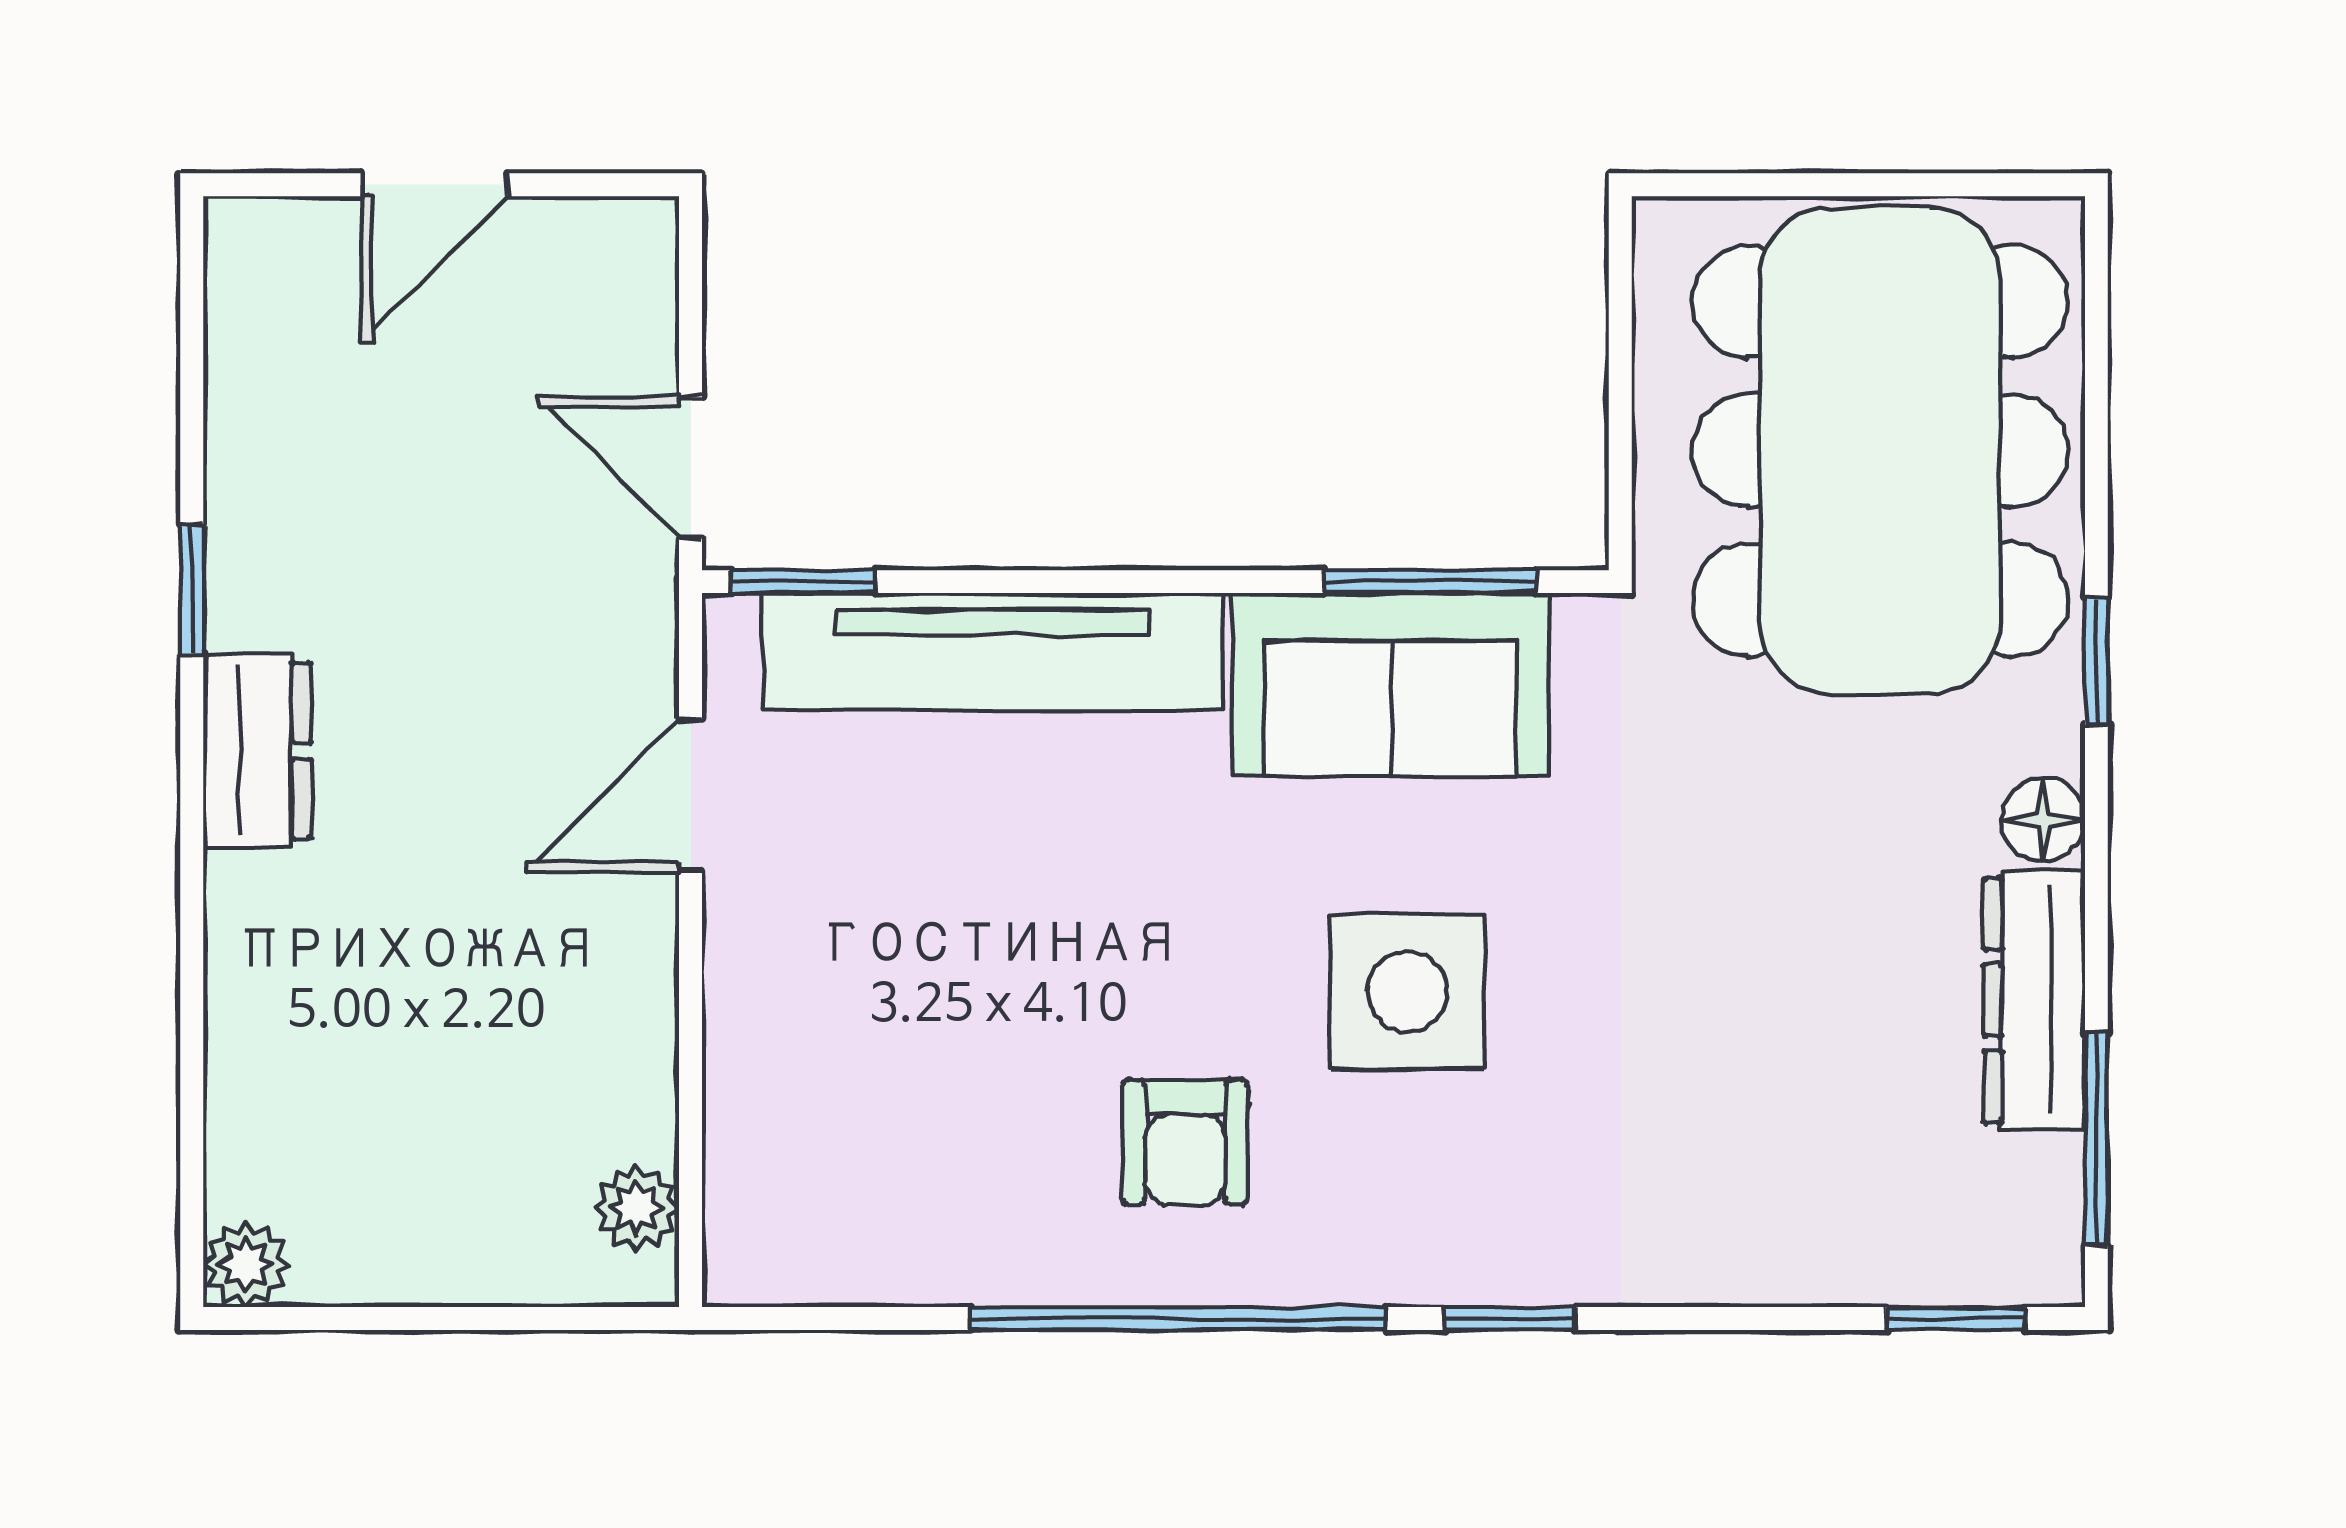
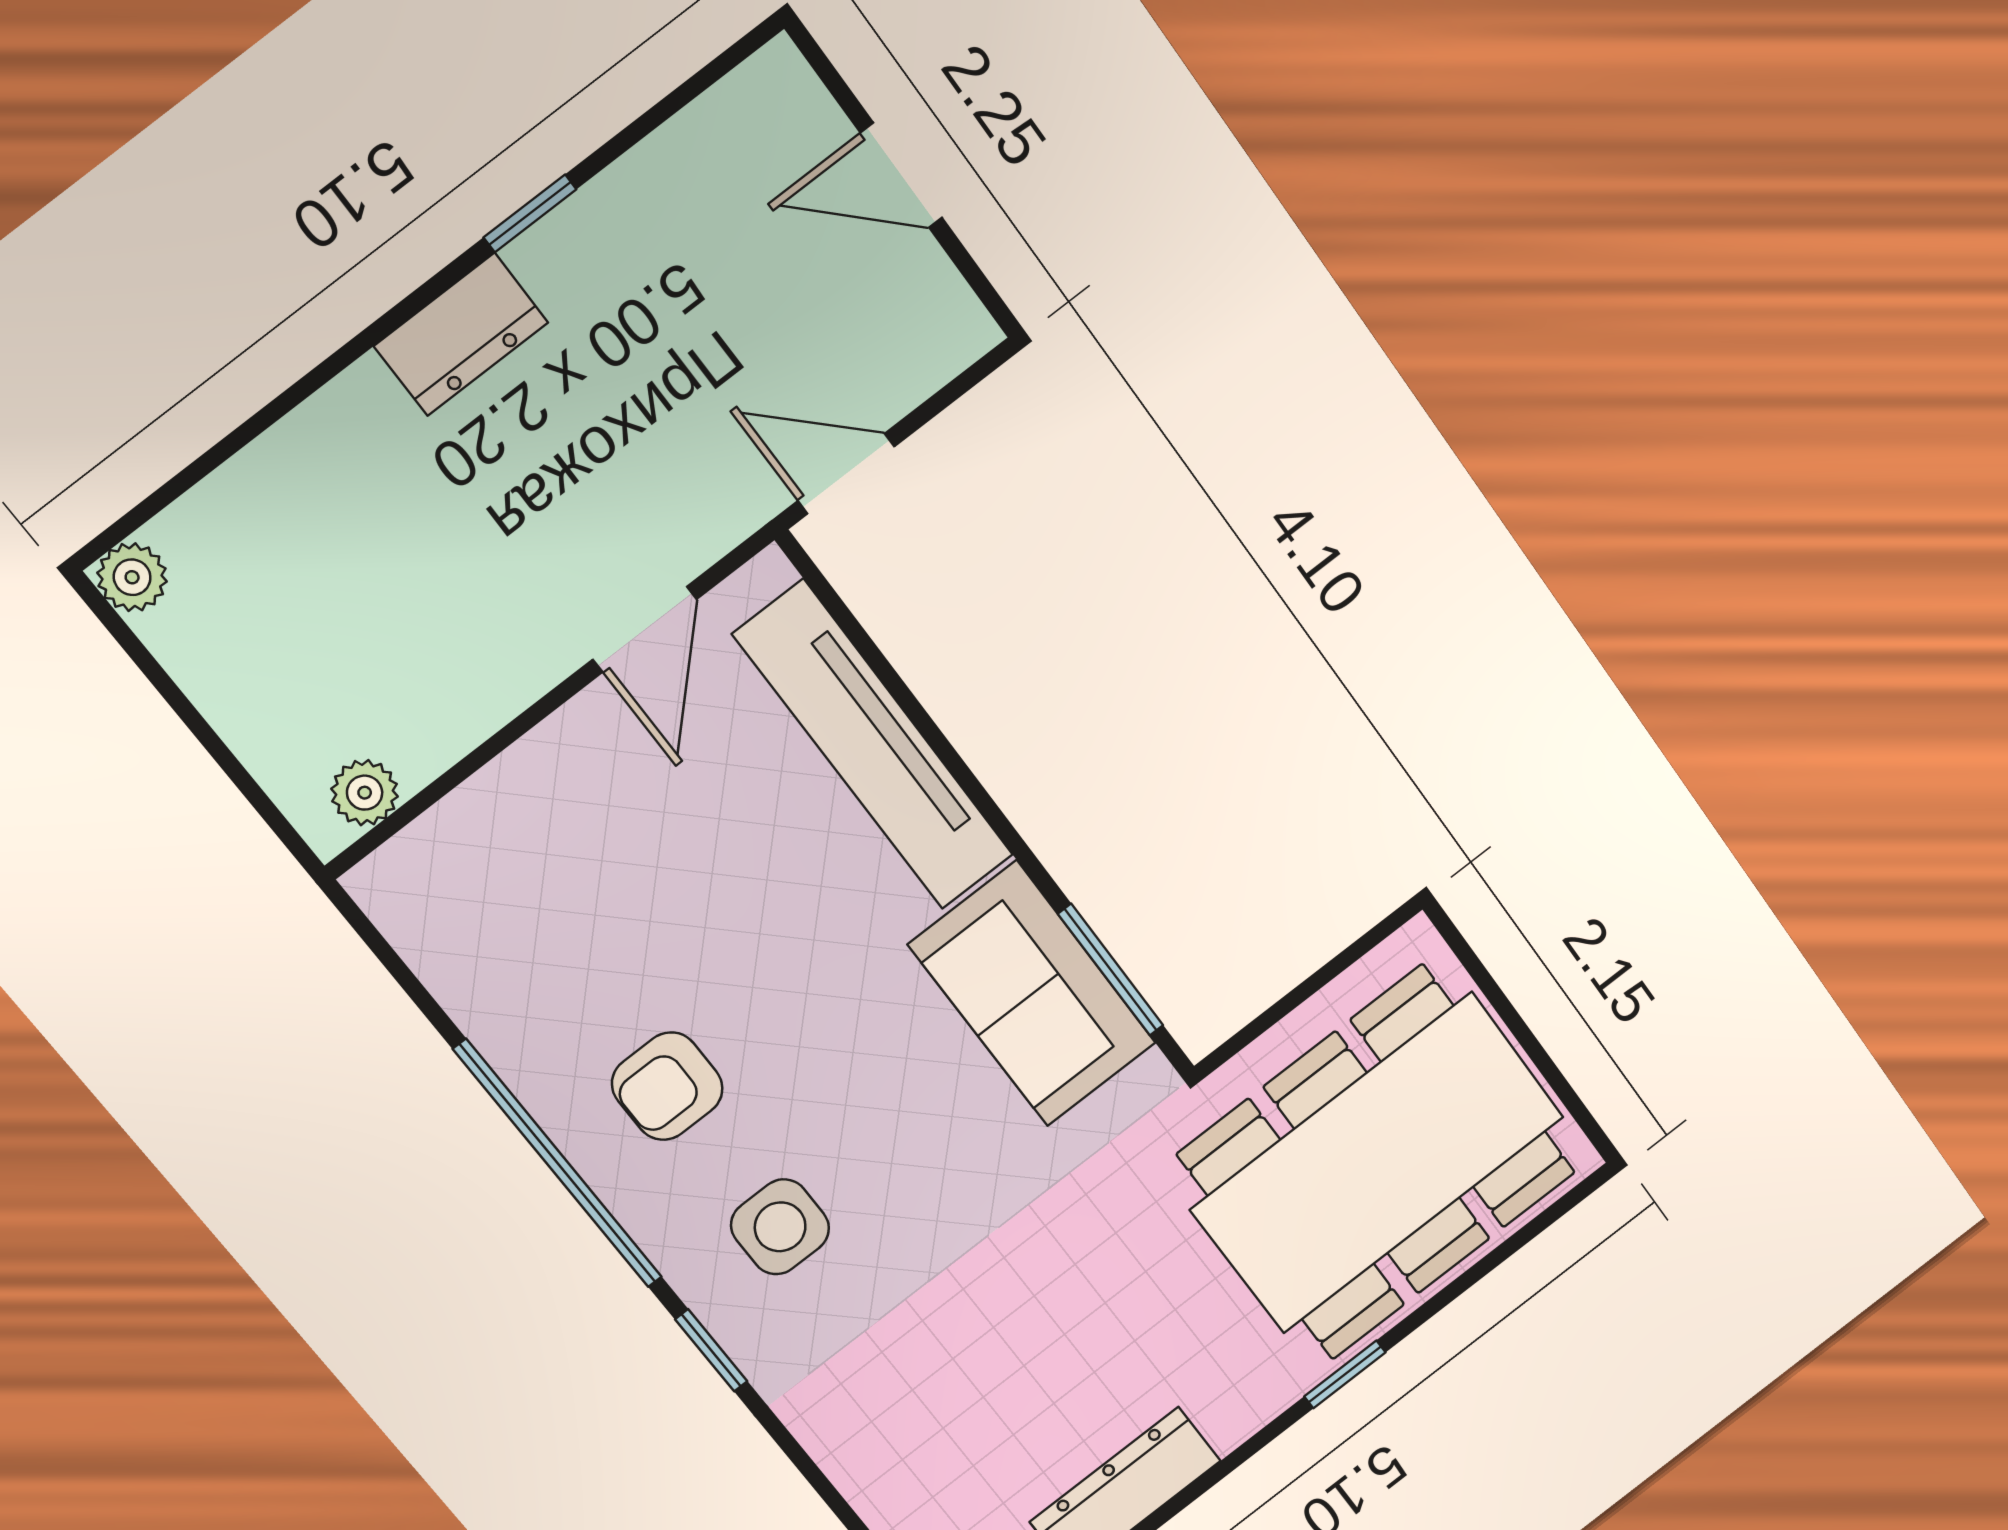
door: (691, 468) -> (846, 474), hinge flipped
window: (803, 582) -> (829, 597), removed
door: (691, 796) -> (645, 629), swing flipped
floor lamp: (2043, 820) -> (1232, 1416), removed
side table: (1407, 992) -> (780, 1227), moved, width x0.73, depth x0.73

